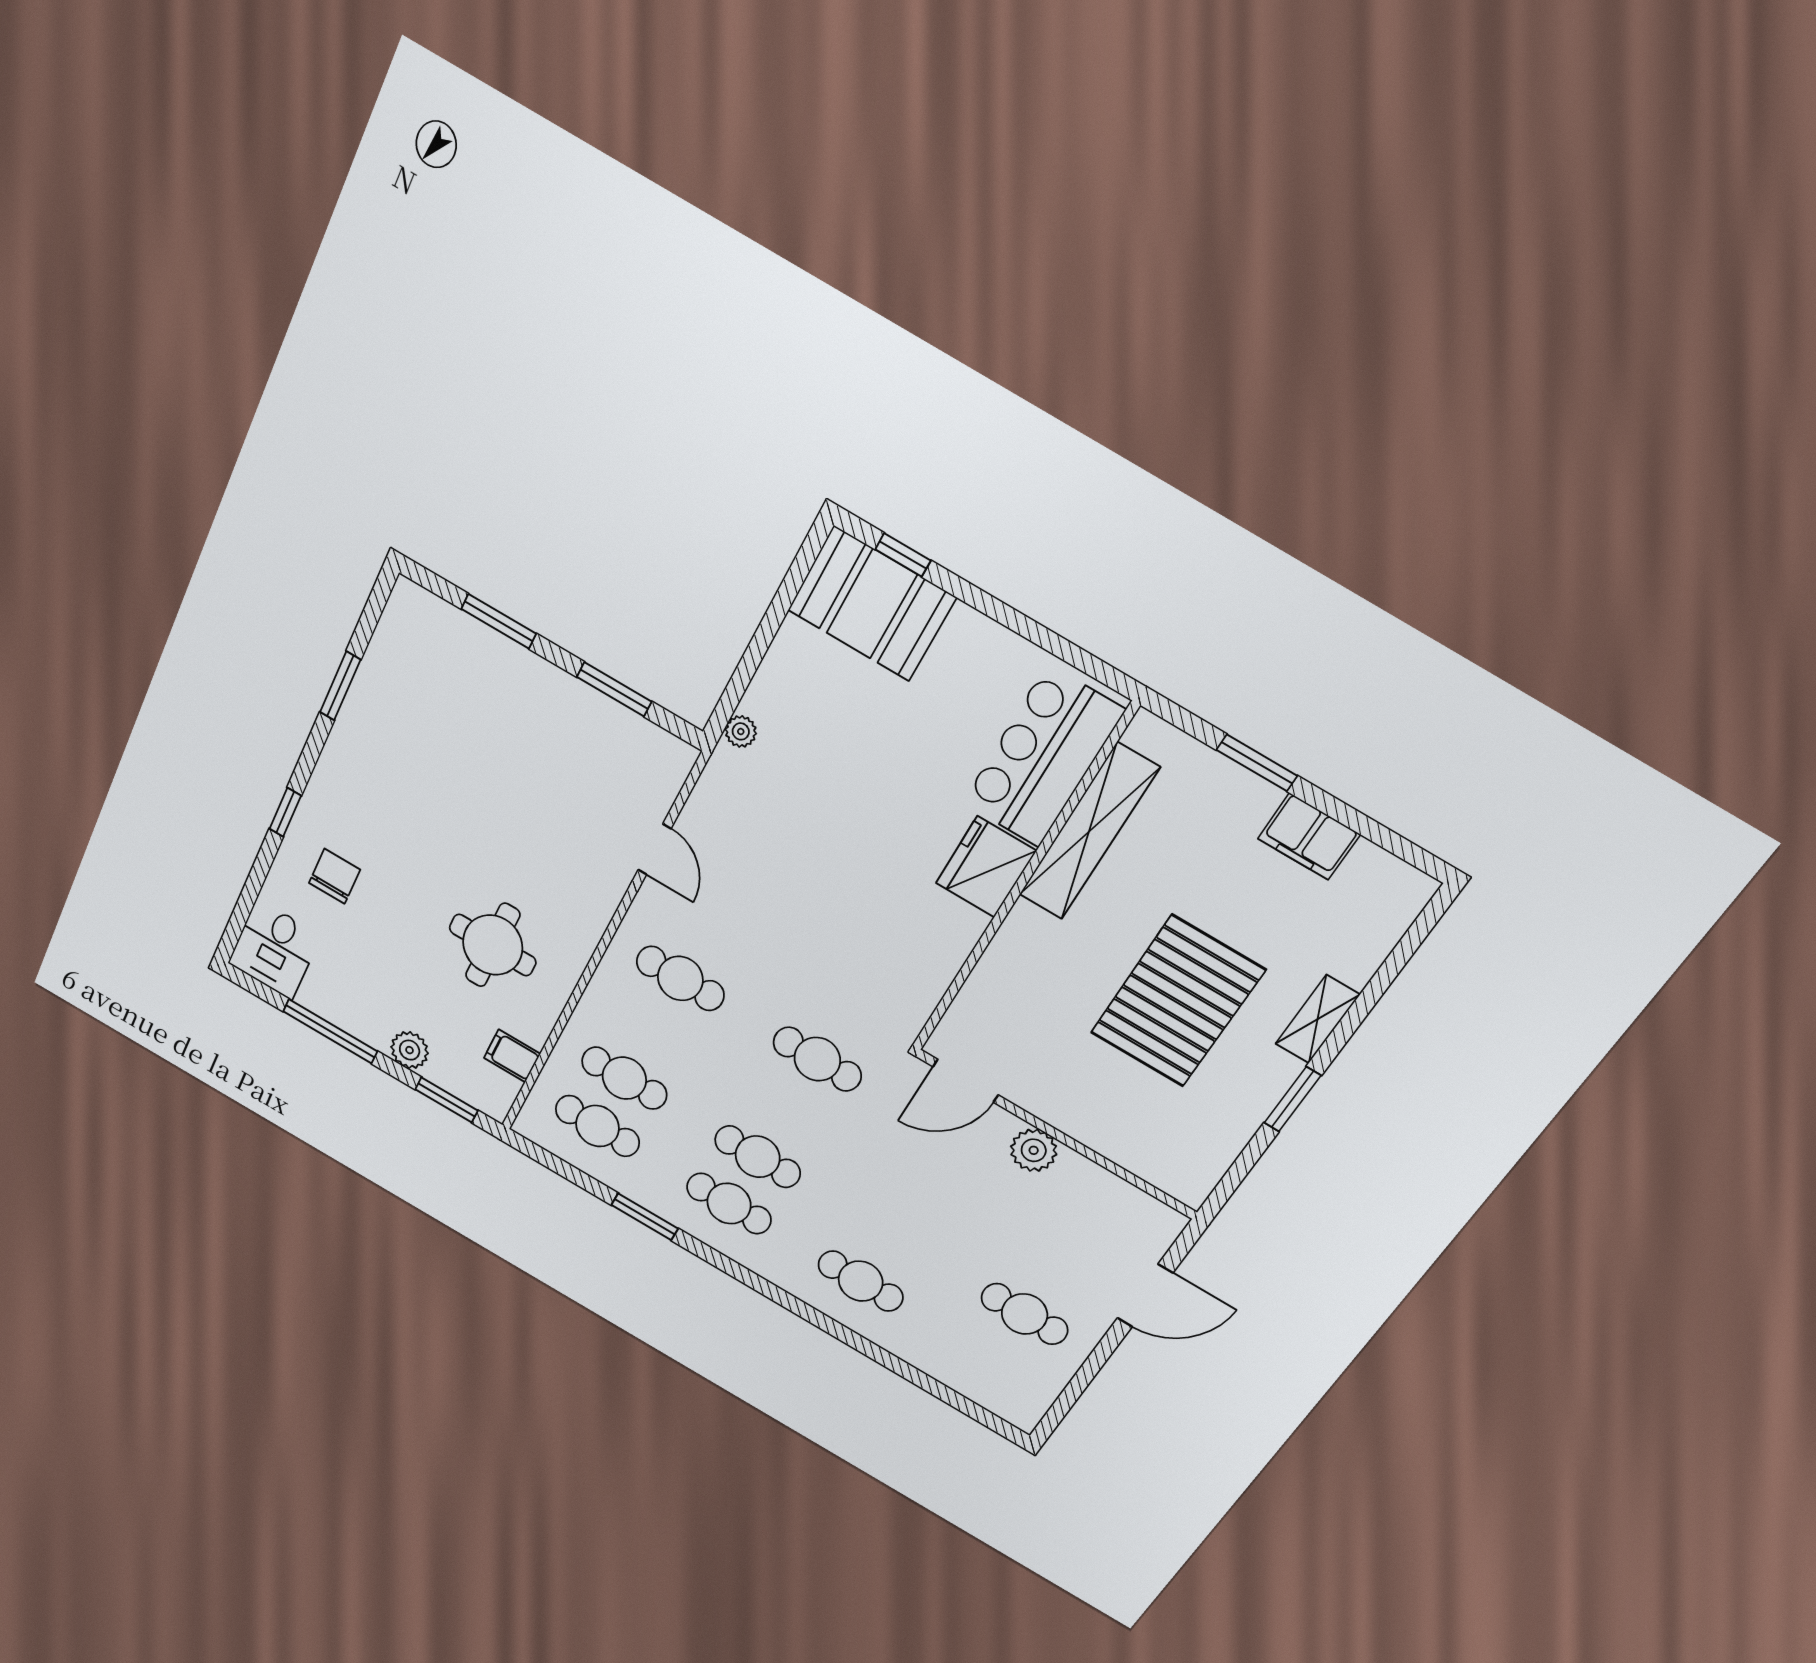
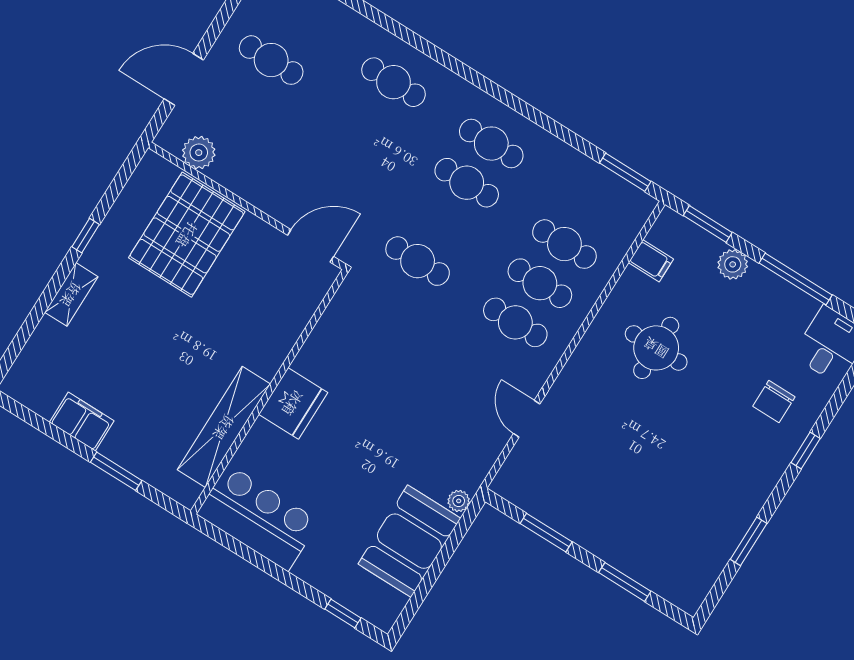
booth: (872, 604) -> (409, 541), moved, turned 90
bar counter: (1043, 757) -> (258, 518), moved, turned -90
pallet: (1177, 1001) -> (187, 235), moved
window: (1292, 1099) -> (86, 236), width x0.67
cafe table: (597, 1126) -> (540, 283), moved
plant: (1034, 1150) -> (199, 153), moved
window: (645, 1217) -> (625, 172), moved

